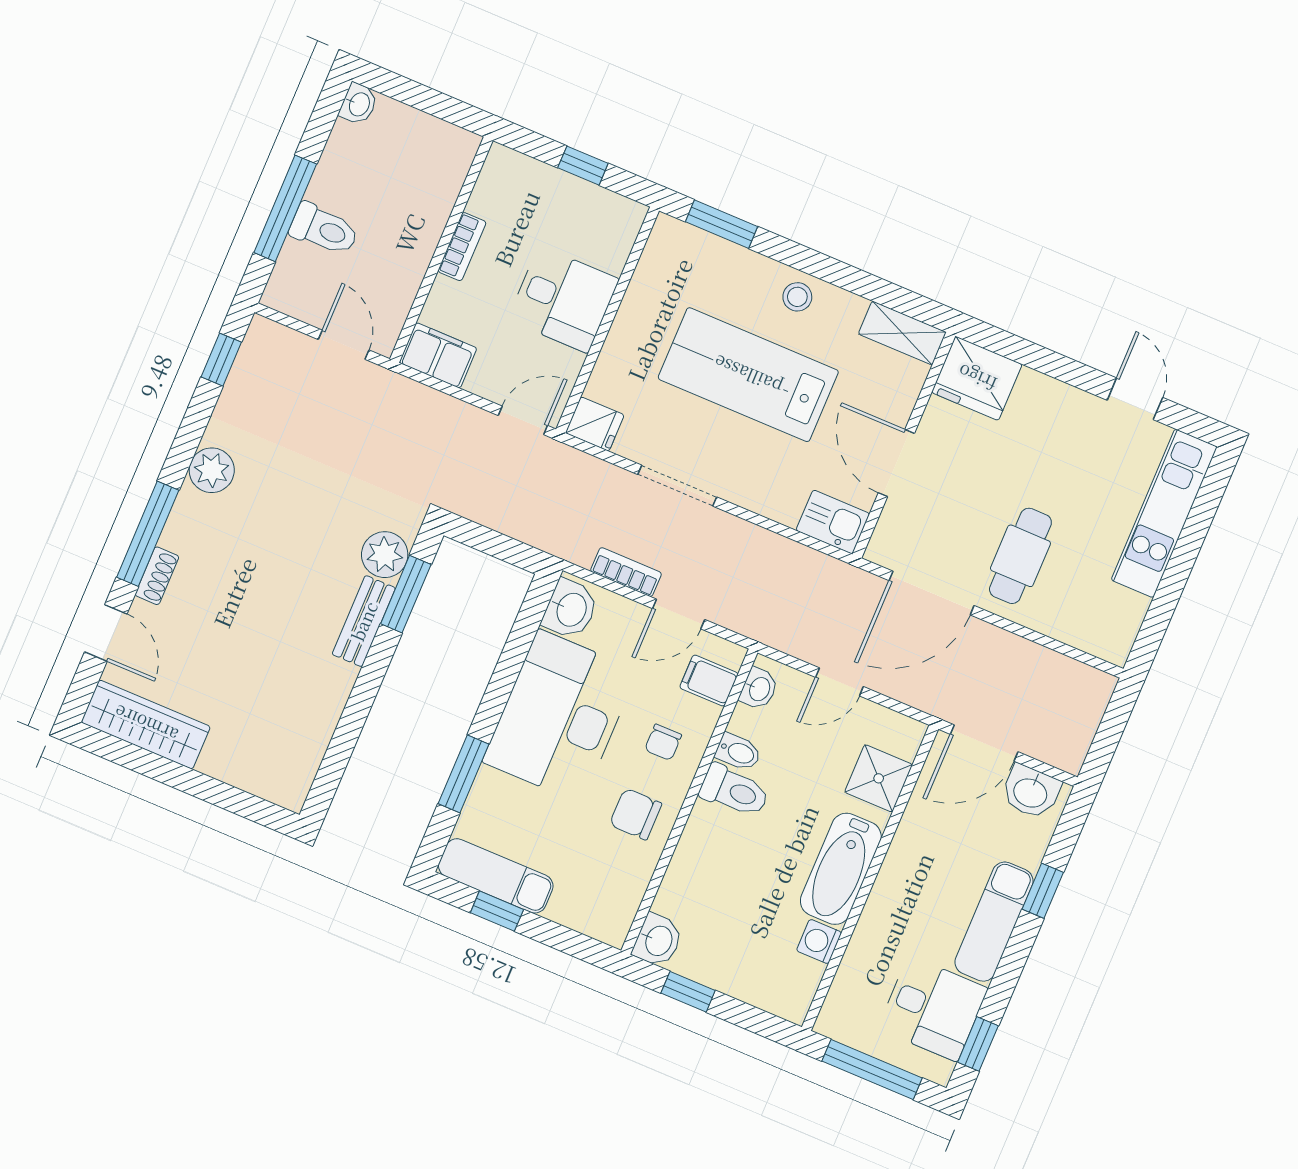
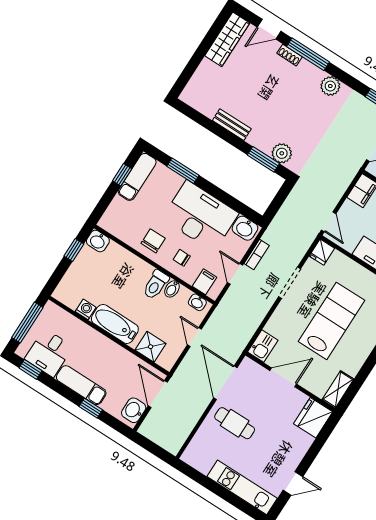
stool: (797, 297) -> (361, 347), removed
bench: (364, 621) -> (232, 125), moved

